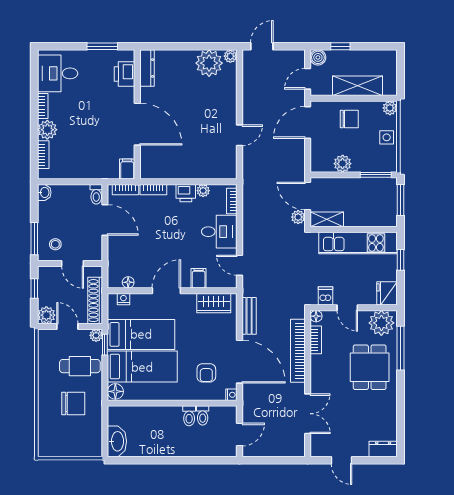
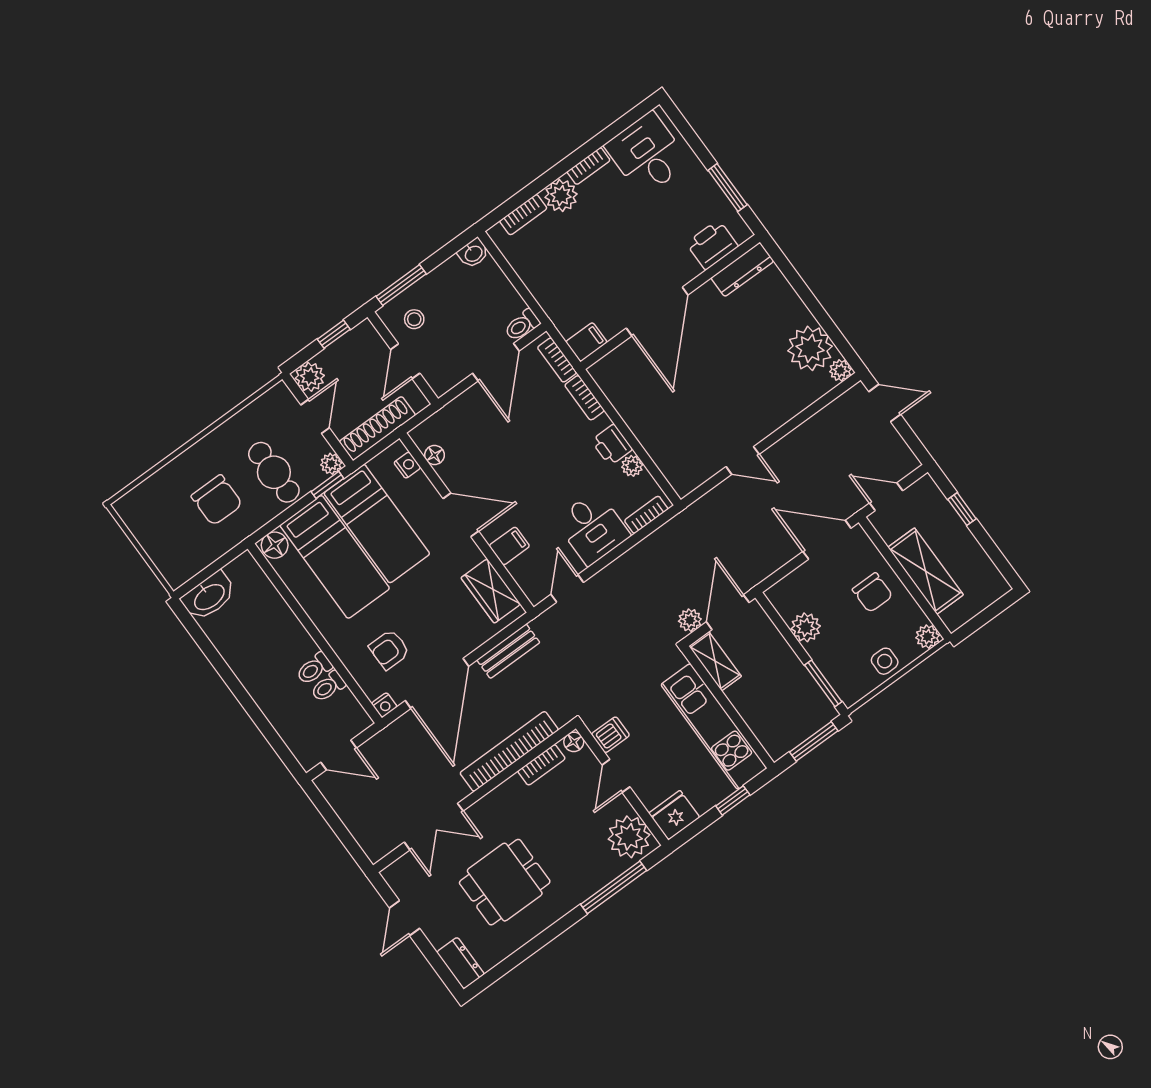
boiler: (318, 57) -> (925, 490), removed
dining table: (370, 367) -> (505, 882), moved

